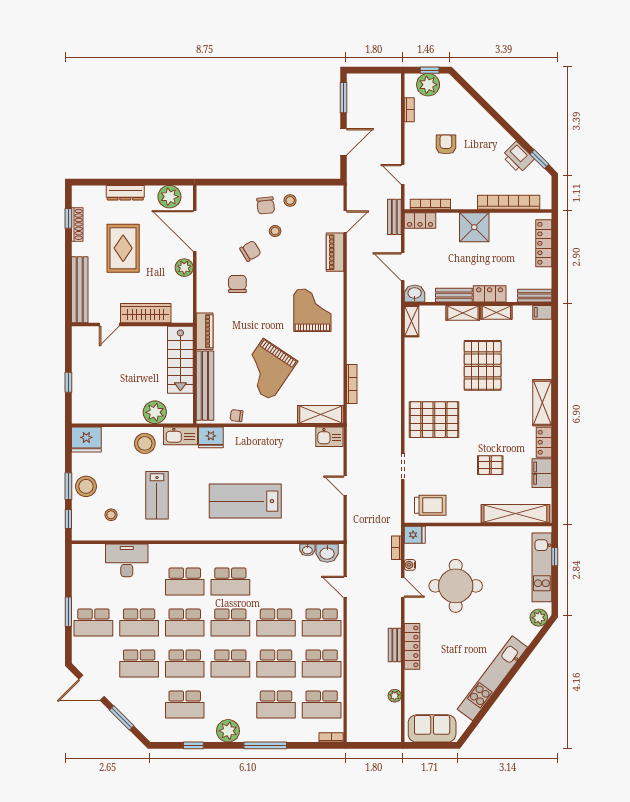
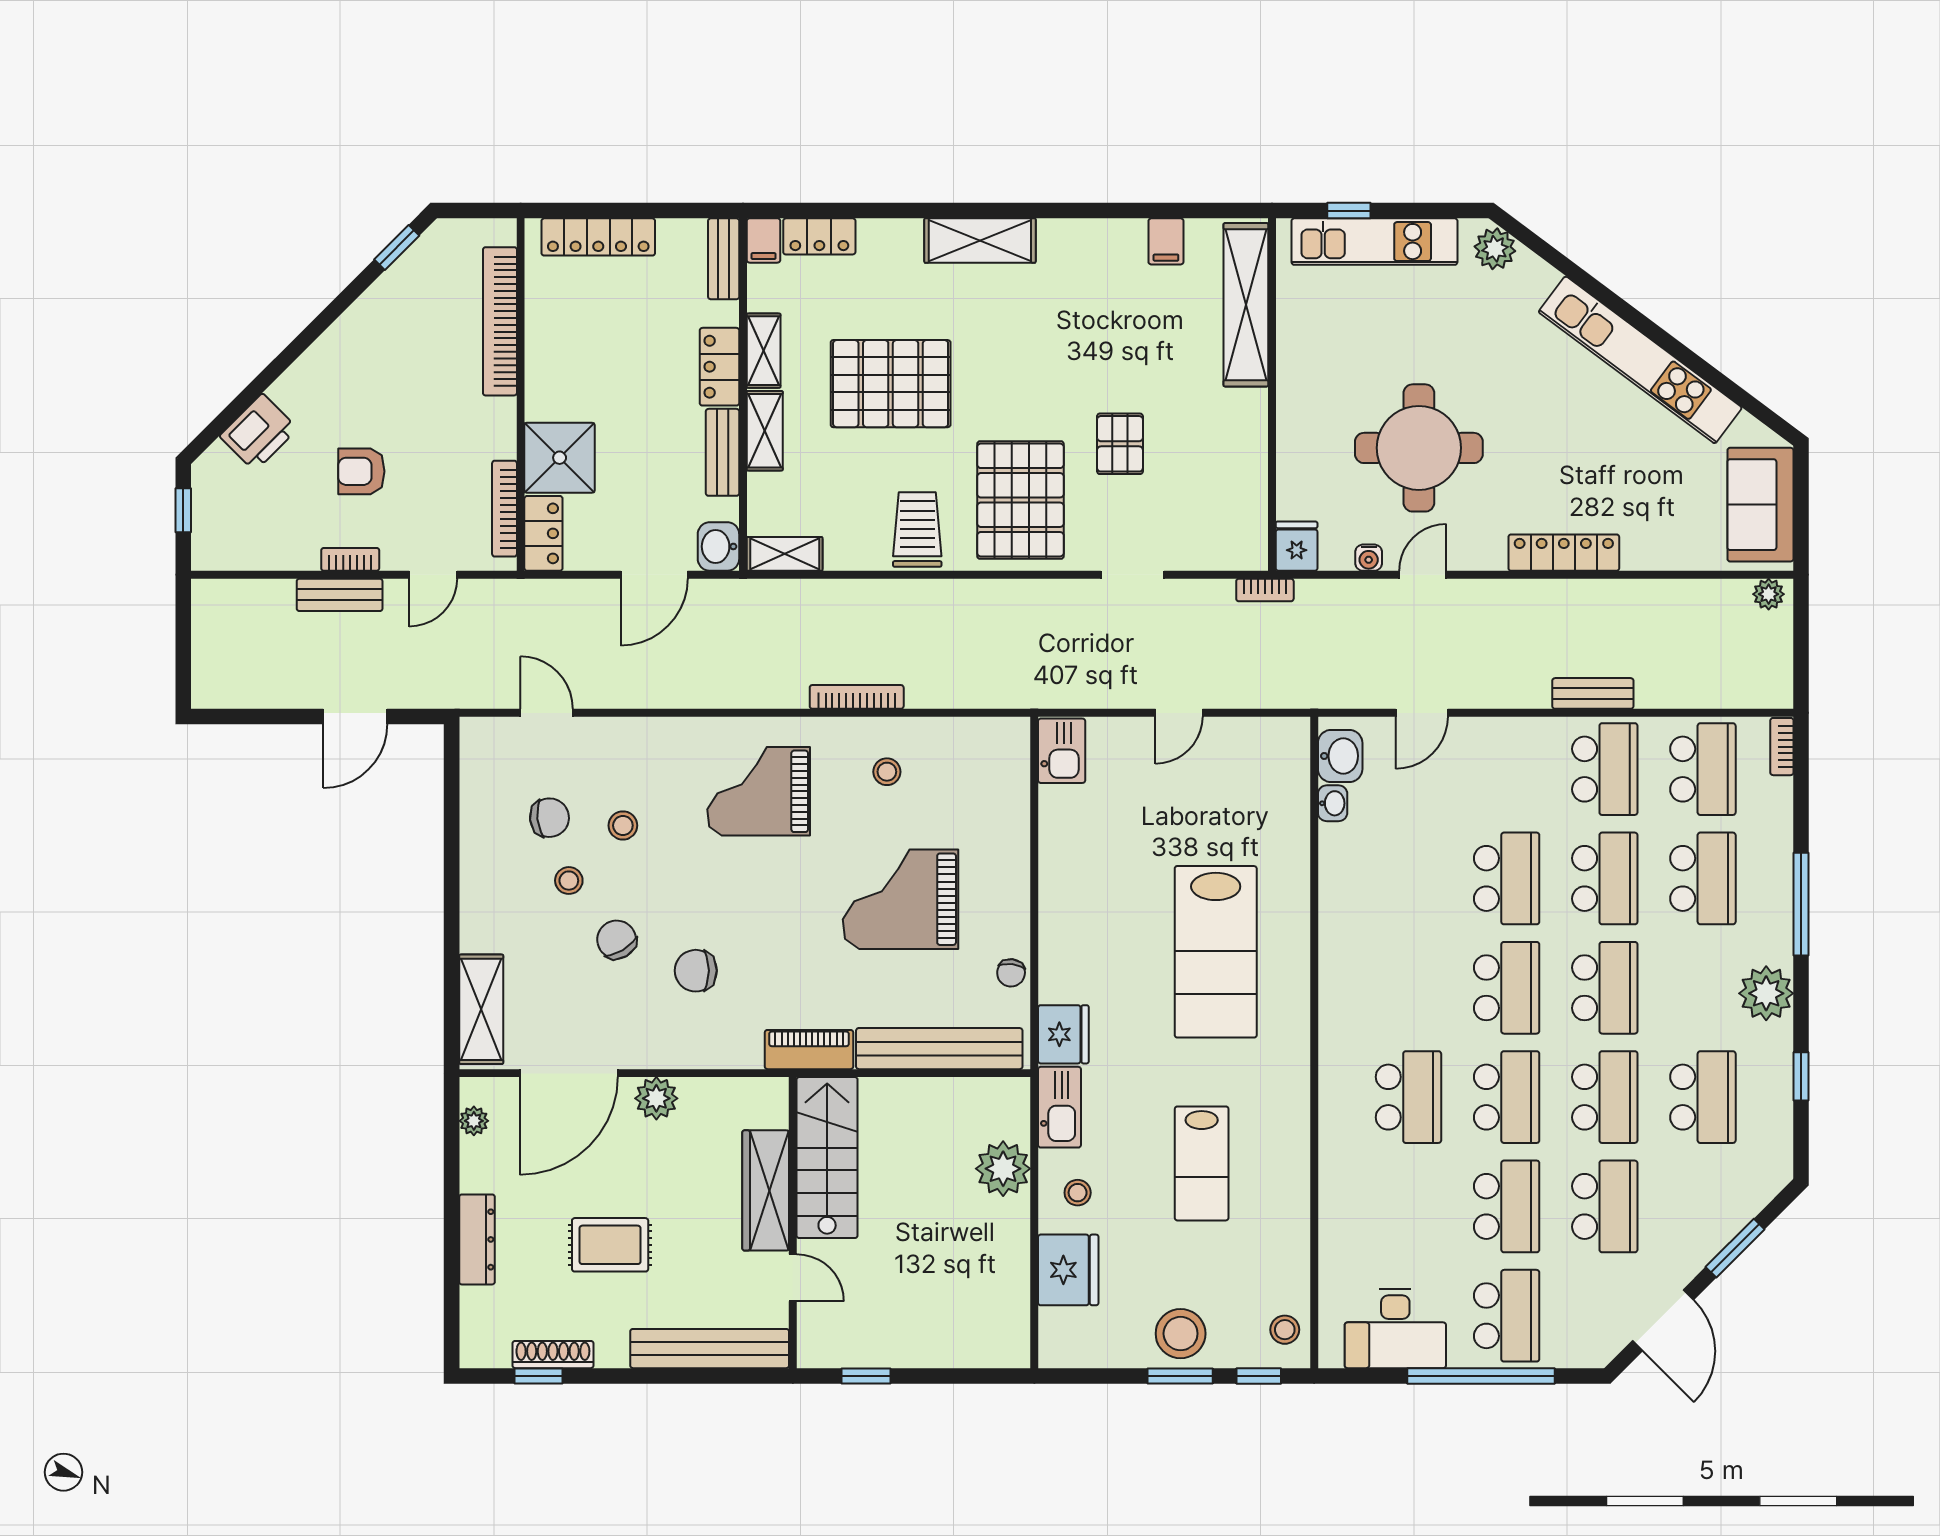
plant: (428, 85) -> (218, 514), removed
window: (344, 98) -> (249, 717), removed
bookcase: (409, 110) -> (350, 559), moved
door: (344, 142) -> (355, 717), swing flipped
printer: (518, 157) -> (259, 432), moved
plant: (169, 197) -> (474, 1121), width x0.53, depth x0.53
stool: (290, 200) -> (623, 825), moved
chair: (266, 206) -> (549, 818), moved
bench: (394, 217) -> (340, 595), moved
shower: (474, 227) -> (560, 458), moved
rug: (123, 248) -> (610, 1245), width x0.73, depth x0.70
piano: (335, 252) -> (619, 737), removed
stairs: (180, 360) -> (827, 1158), moved, turned -90
stool: (321, 364) -> (887, 772), added
grand piano: (267, 369) -> (900, 899), turned 146
window: (68, 382) -> (866, 1376), moved
bookcase: (352, 384) -> (857, 697), moved
shelving: (321, 415) -> (481, 1009), moved
fridge: (86, 439) -> (1068, 1270), moved
locker: (544, 442) -> (819, 236), moved
stool: (145, 443) -> (1078, 1193), width x0.53, depth x0.53
pallet: (490, 465) -> (1120, 444), moved
filing cabinet: (542, 473) -> (1166, 241), width x0.50
lab bench: (157, 495) -> (1202, 1163), turned 90
trolley: (430, 505) -> (917, 530), moved
stool: (111, 515) -> (1285, 1330), moved
bookcase: (396, 548) -> (1265, 590), moved
desk: (127, 560) -> (1395, 1329), moved, turned -90
school desk: (230, 582) -> (1408, 988), removed
window: (68, 612) -> (1481, 1376), width x2.11
school desk: (322, 622) -> (1507, 769), removed
bench: (395, 645) -> (1593, 693), moved
plant: (395, 696) -> (1769, 594), moved

